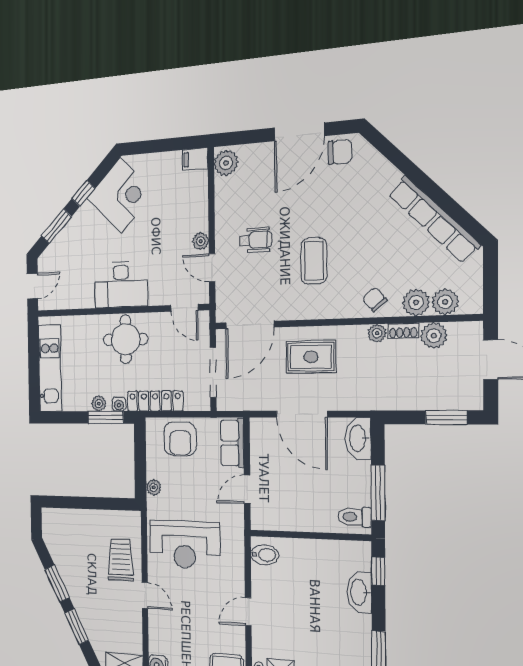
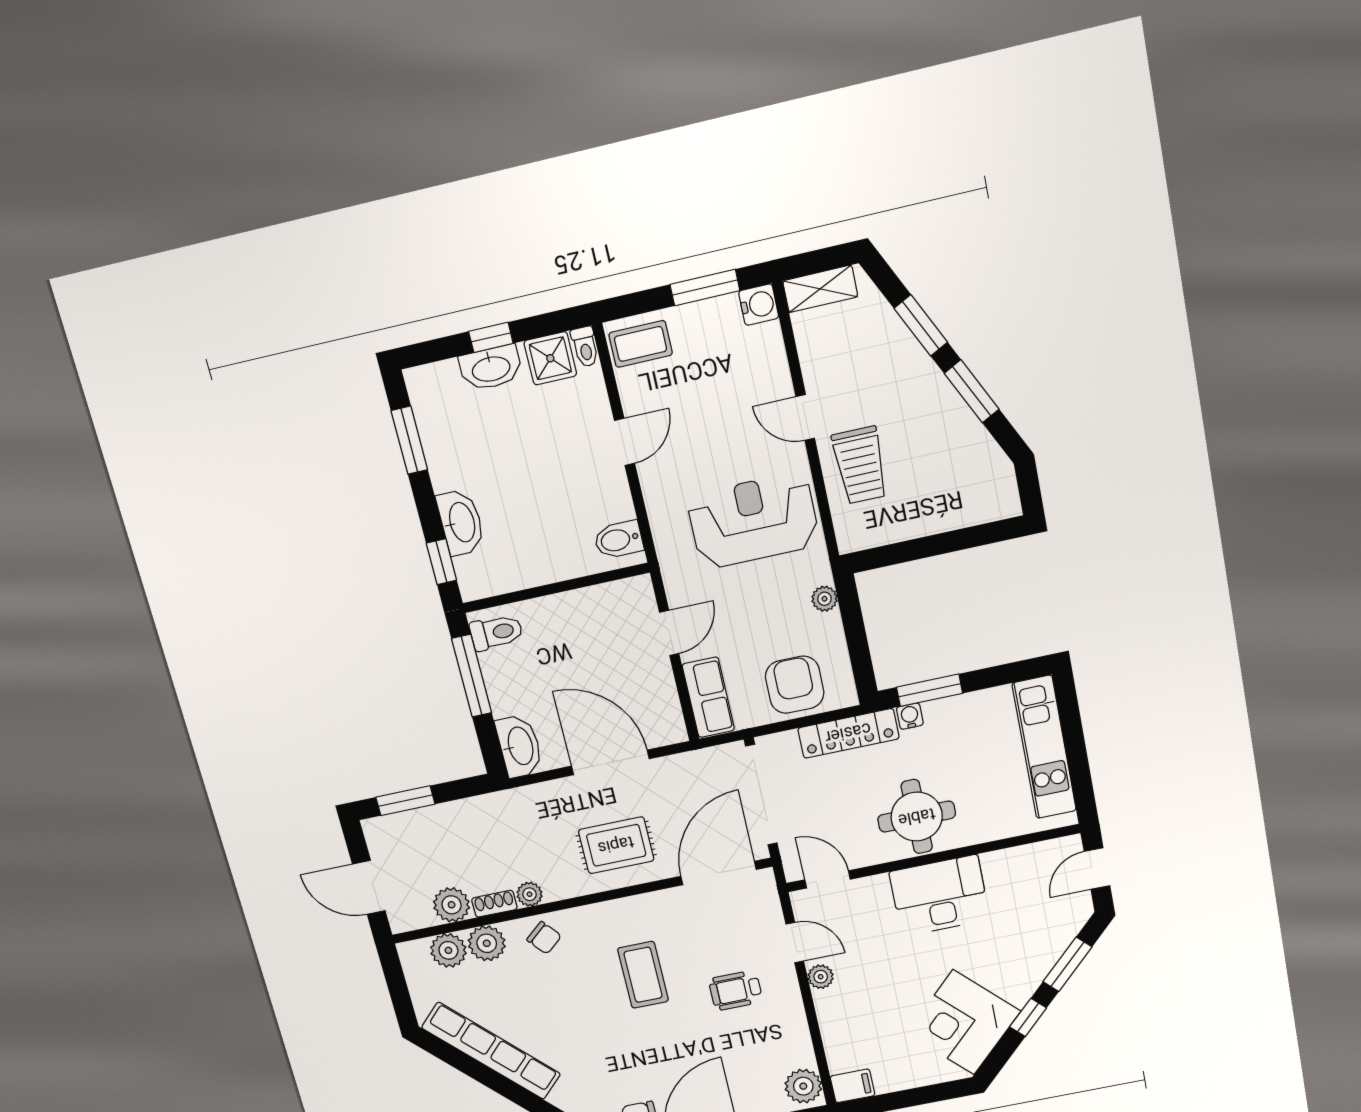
doorway: (213, 372) -> (761, 795), width x1.36
plant: (99, 404) -> (946, 710), removed

